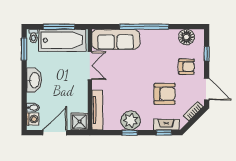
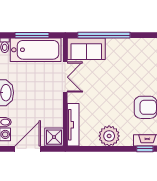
window: (144, 27) -> (104, 35), moved
sofa: (116, 39) -> (86, 49), width x0.73
window: (130, 133) -> (108, 149), removed

